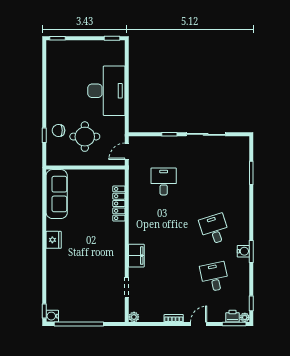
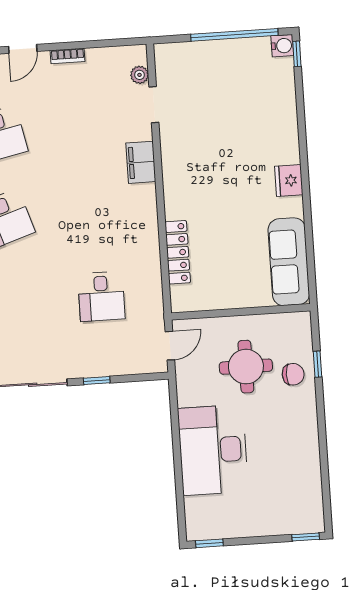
plant: (134, 317) -> (139, 75), moved

